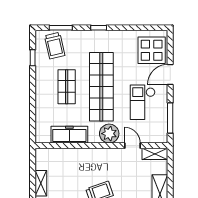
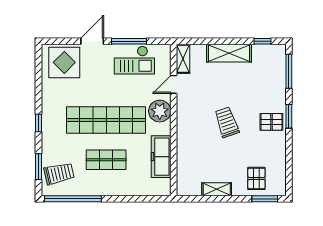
window: (33, 58) -> (73, 199), width x3.17
door: (170, 75) -> (92, 41), swing flipped
checkout: (143, 102) -> (134, 60), moved
window: (170, 118) -> (129, 41), moved

